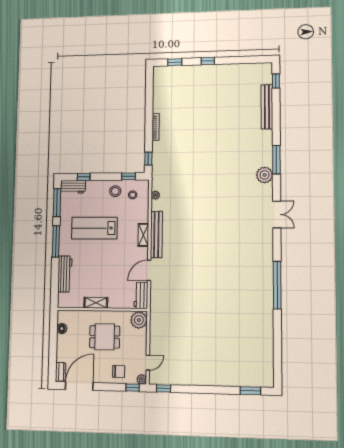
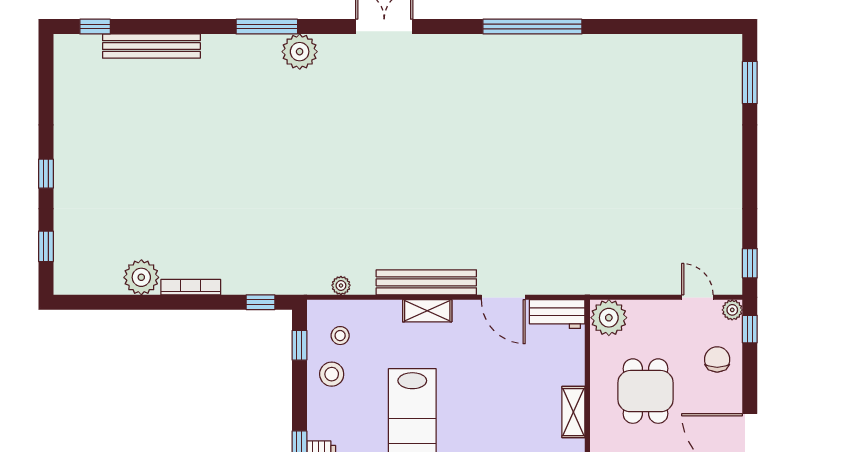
plant: (160, 105) -> (141, 277), added

